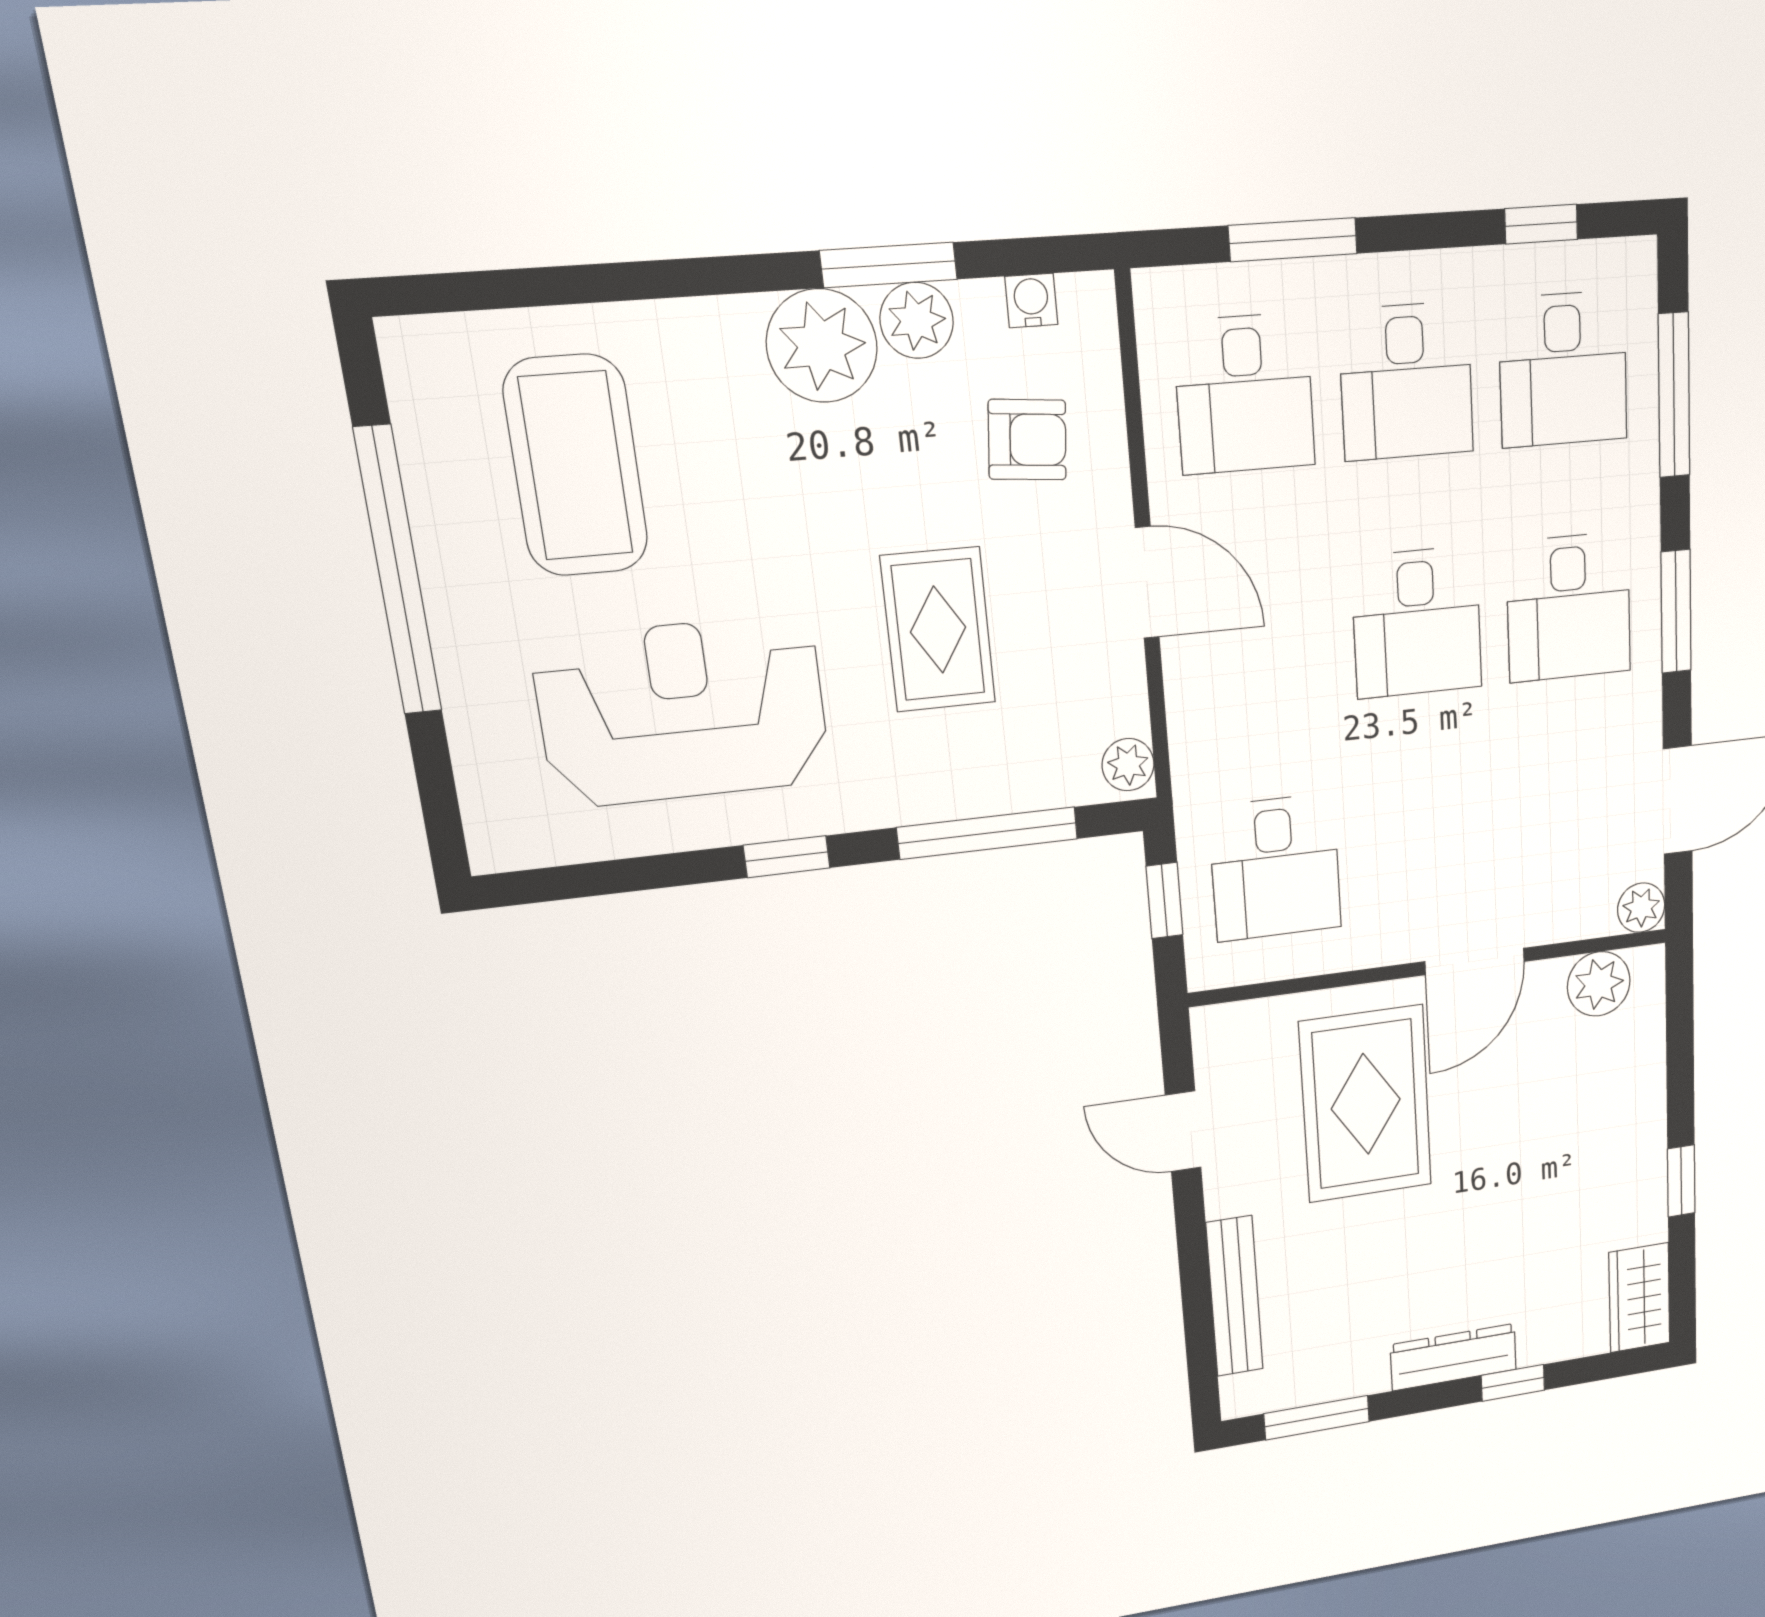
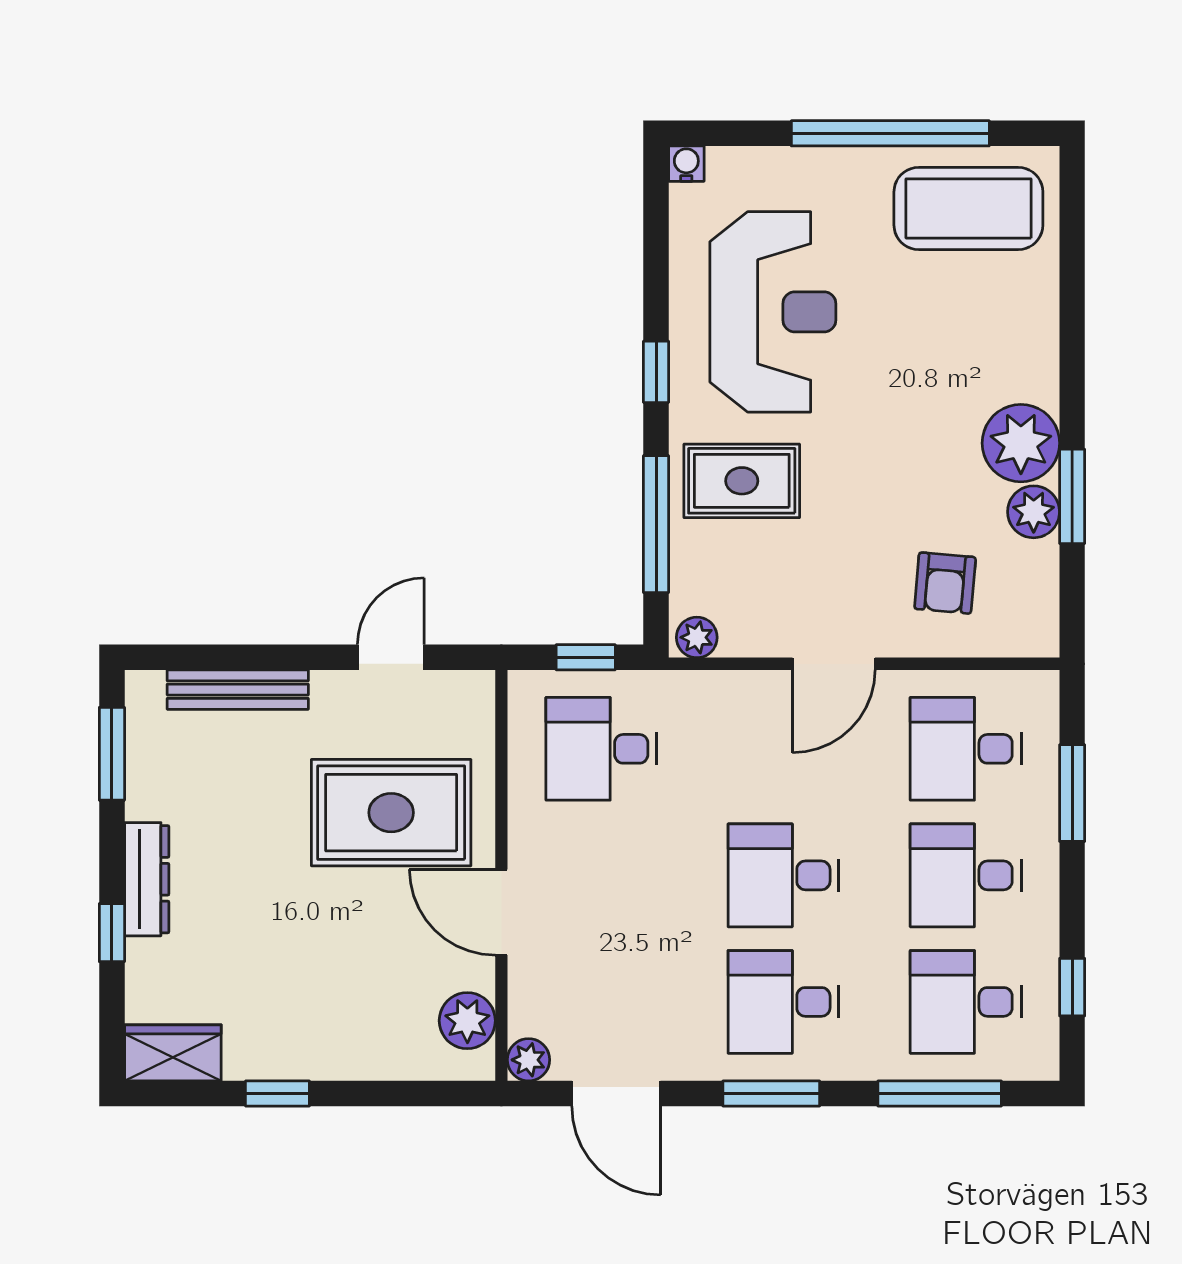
water cooler: (1031, 301) -> (686, 164), moved, turned -90
coffee table: (576, 466) -> (968, 208), moved
rug: (938, 630) -> (742, 481), moved

